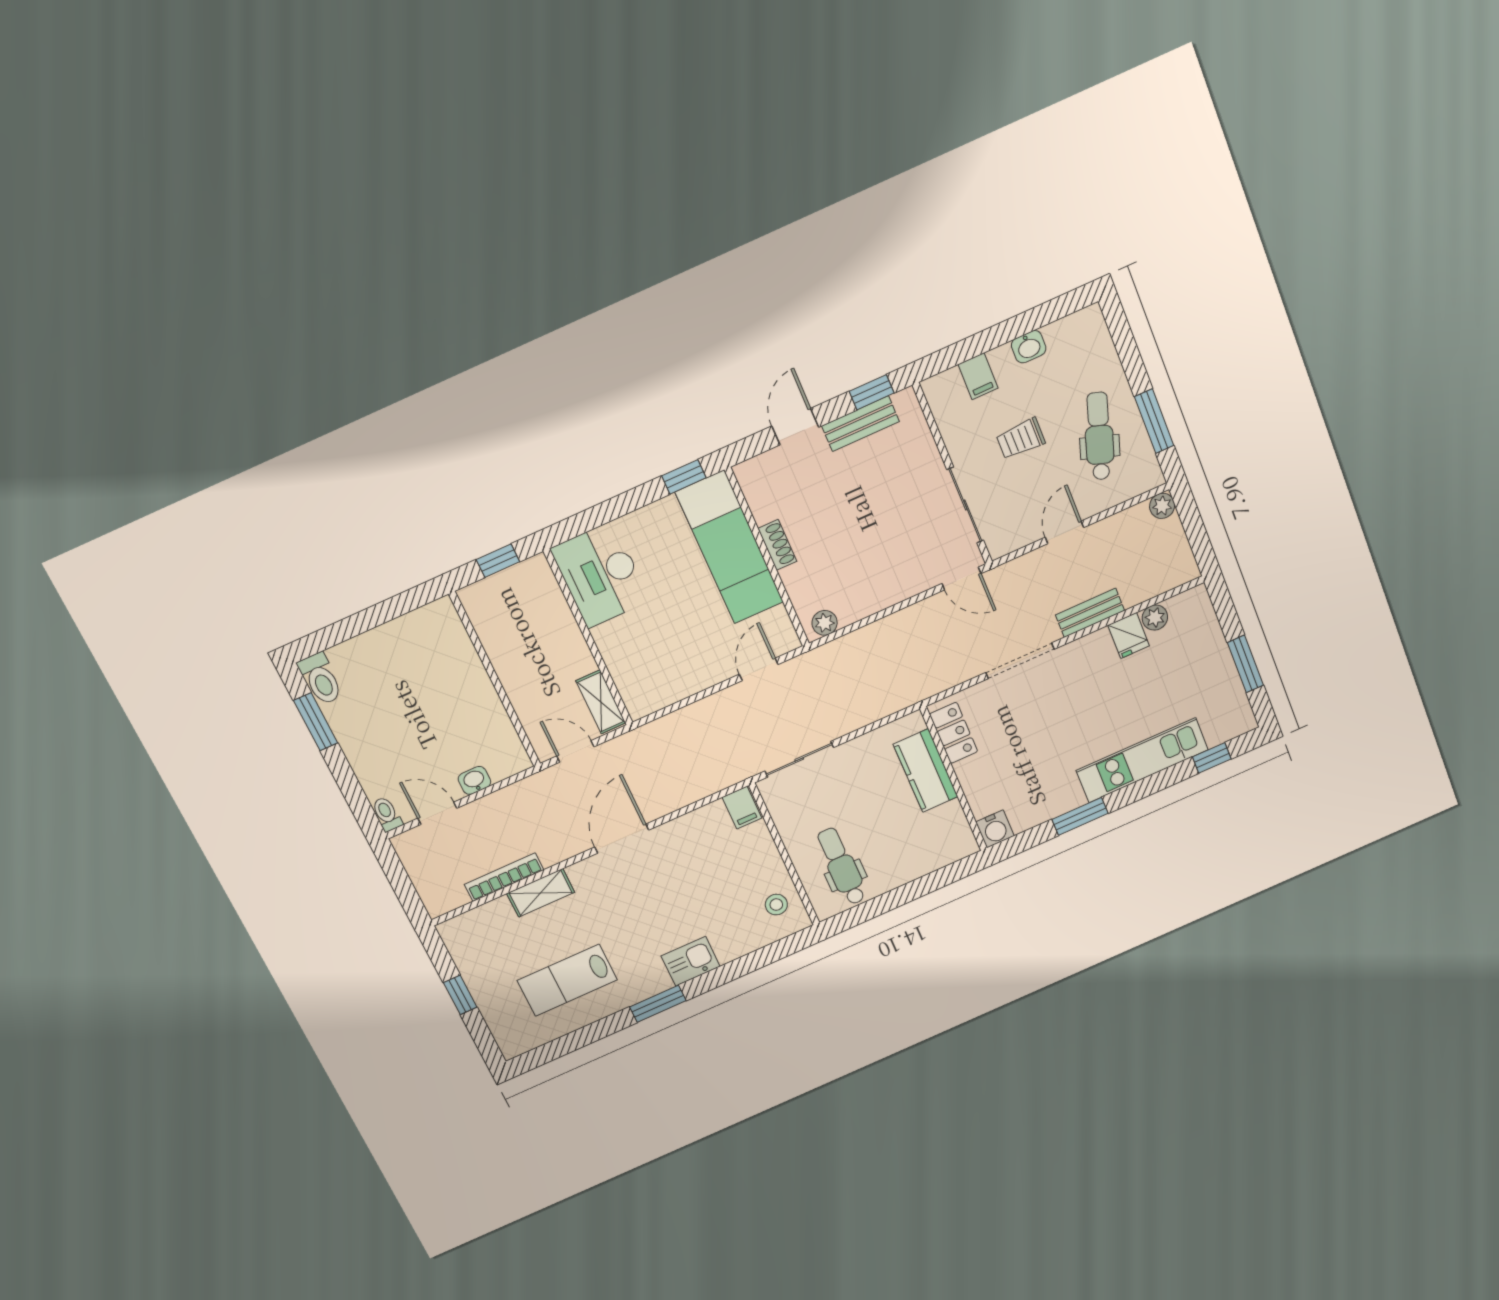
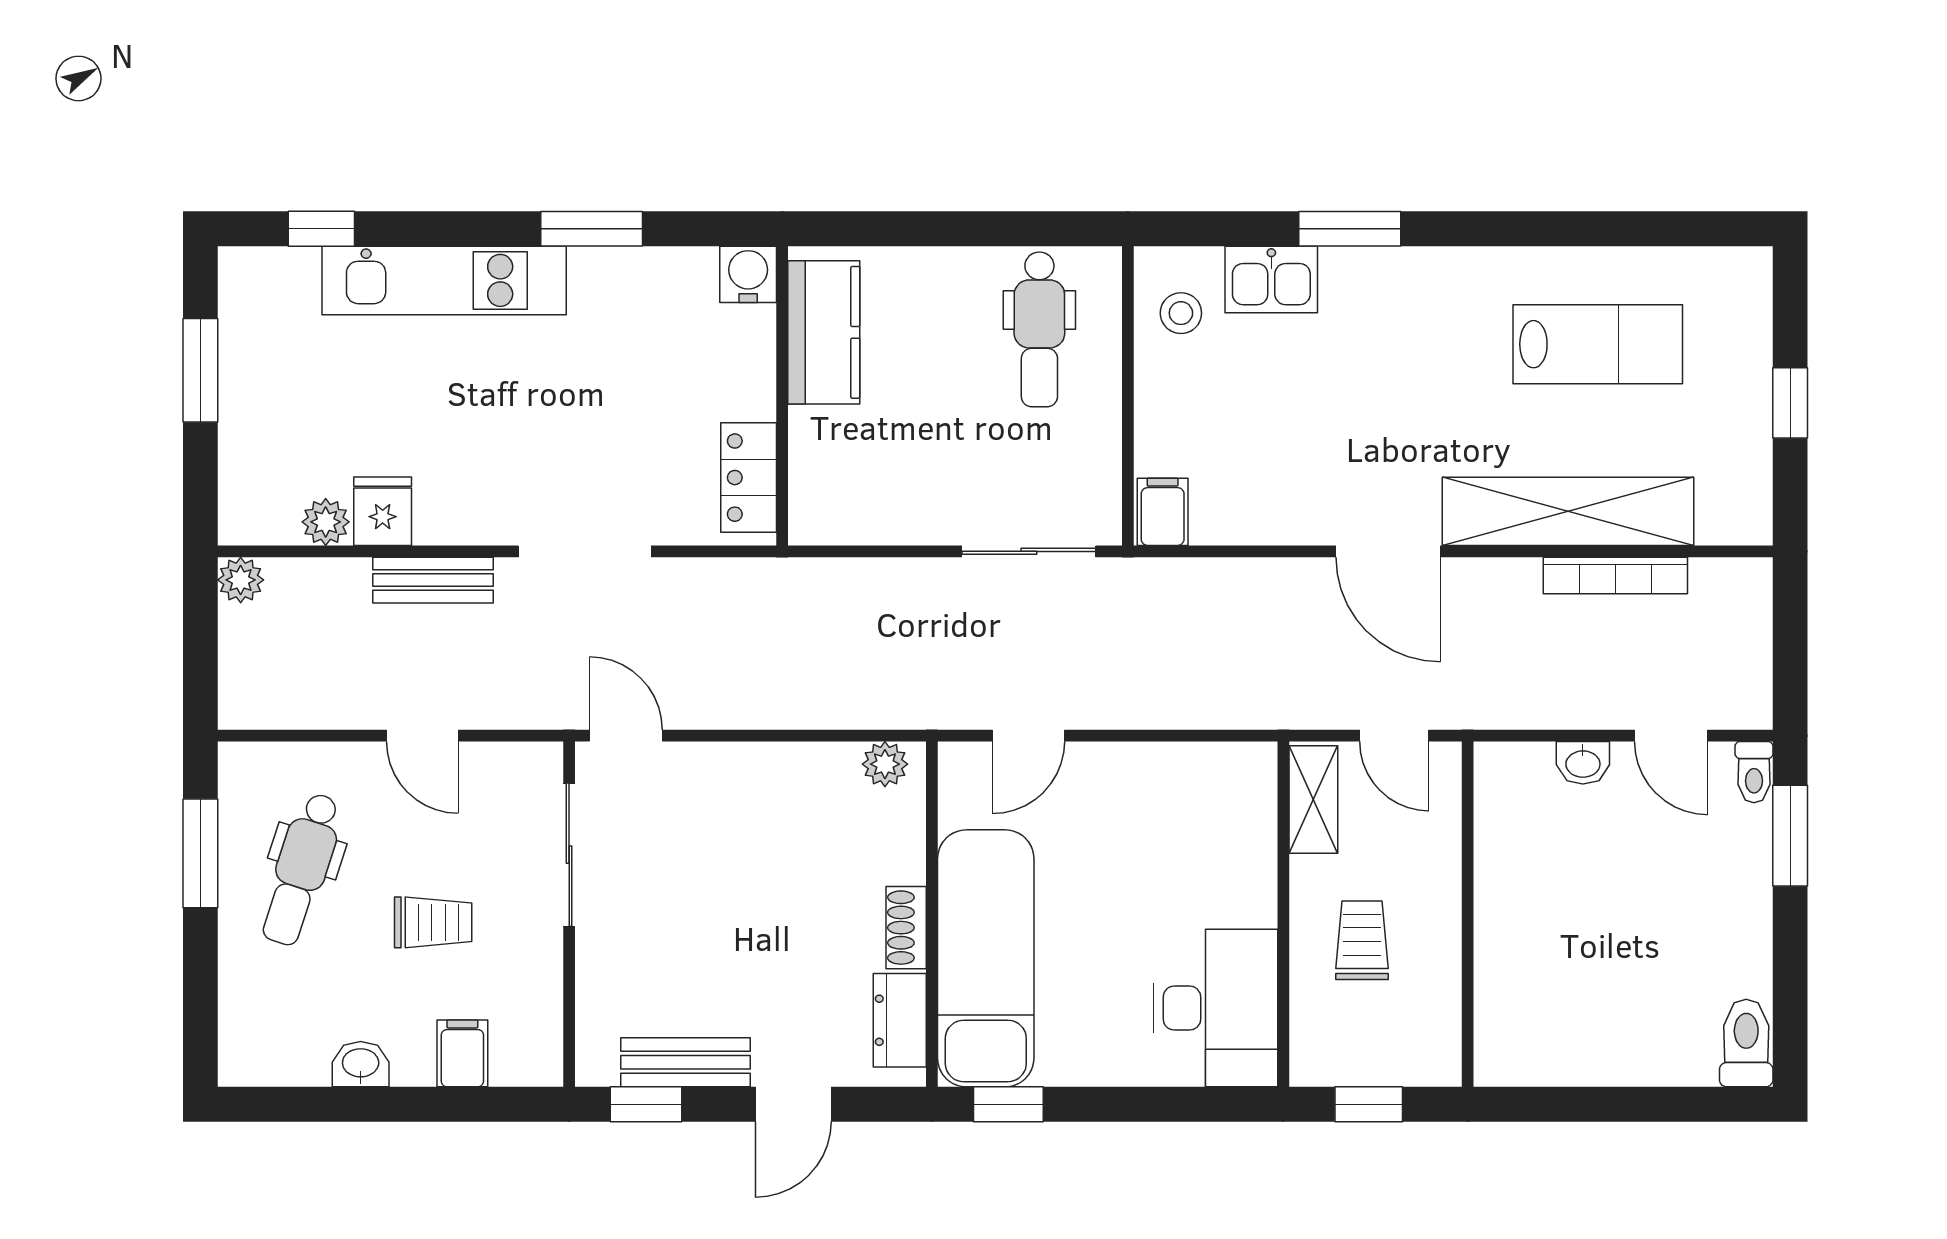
dresser: (759, 496) -> (900, 1020), added
plant: (1162, 506) -> (241, 580), moved
door: (1064, 532) -> (422, 736), hinge flipped
trolley: (542, 643) -> (1362, 940), added
window: (316, 722) -> (1790, 836), moved
kitchen counter: (926, 771) -> (824, 332), moved
door: (622, 839) -> (1388, 551), hinge flipped
shelving: (541, 893) -> (1568, 511), width x2.20, depth x1.33
kitchen sink: (691, 961) -> (1271, 279), moved
window: (658, 1004) -> (1350, 229), moved

